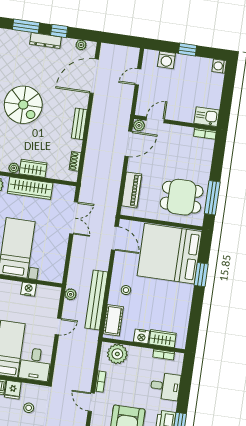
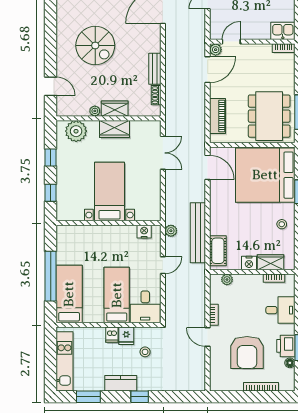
bench: (79, 124) -> (155, 69), moved
wardrobe: (30, 188) -> (114, 129), width x0.67
dining table: (182, 197) -> (269, 116), width x1.38
nightstand: (28, 289) -> (144, 232), moved
stool: (126, 290) -> (282, 224), moved
plant: (117, 354) -> (227, 280), width x0.53, depth x0.53

